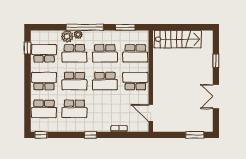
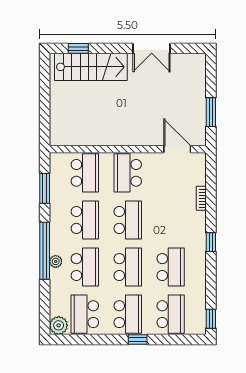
plant: (67, 36) -> (59, 325), moved
stairs: (178, 39) -> (91, 67), moved, turned 90
window: (28, 48) -> (138, 339), moved
window: (216, 61) -> (78, 48), moved
school desk: (44, 81) -> (128, 314), turned 180
door: (151, 113) -> (177, 149), swing flipped
window: (195, 135) -> (211, 112), moved

